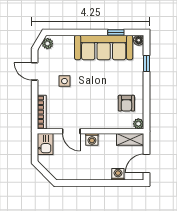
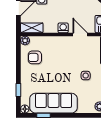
armchair: (126, 103) -> (35, 57), turned -90

